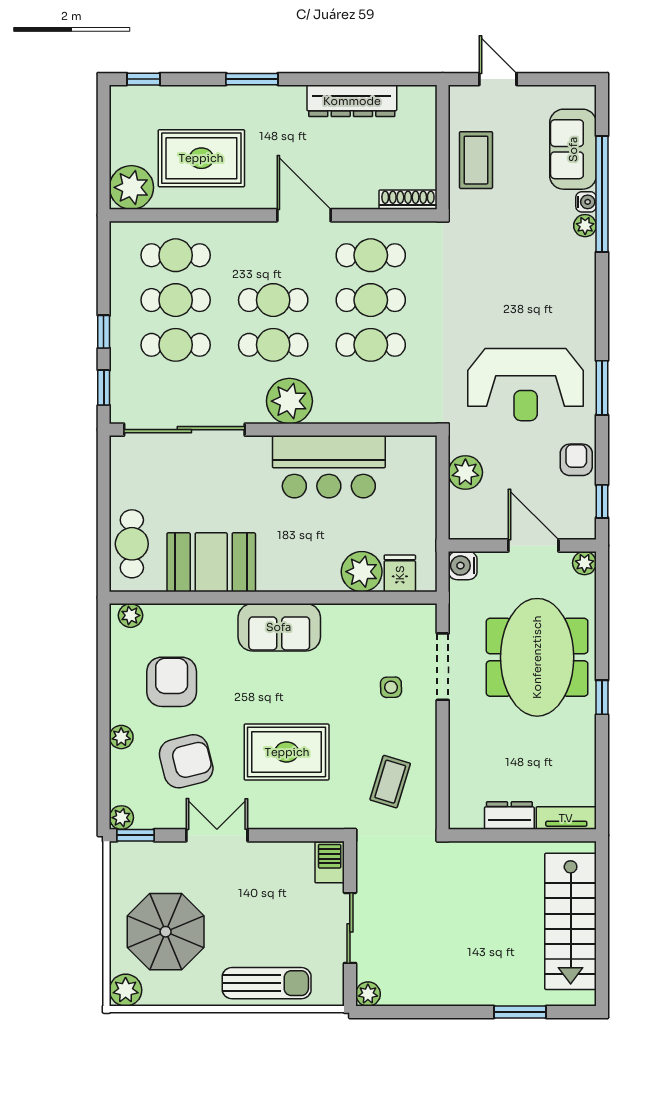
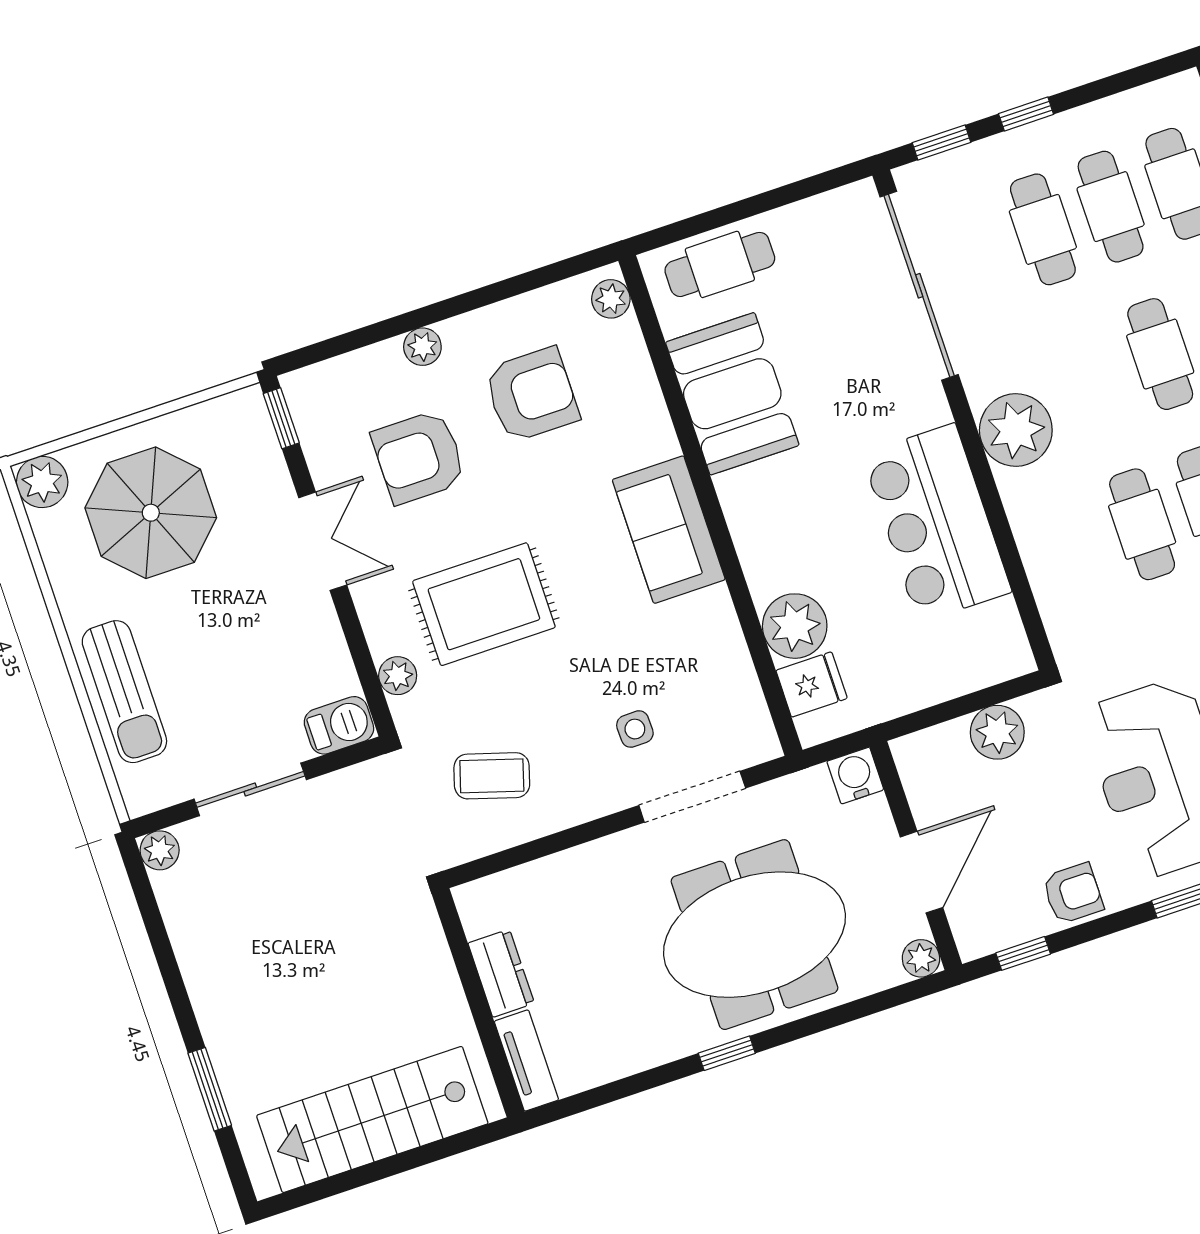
cafe table: (273, 345) -> (1092, 377), removed
rug: (287, 752) -> (484, 604), turned 90
armchair: (186, 761) -> (419, 457), turned 104
plant: (121, 818) -> (398, 676), moved

